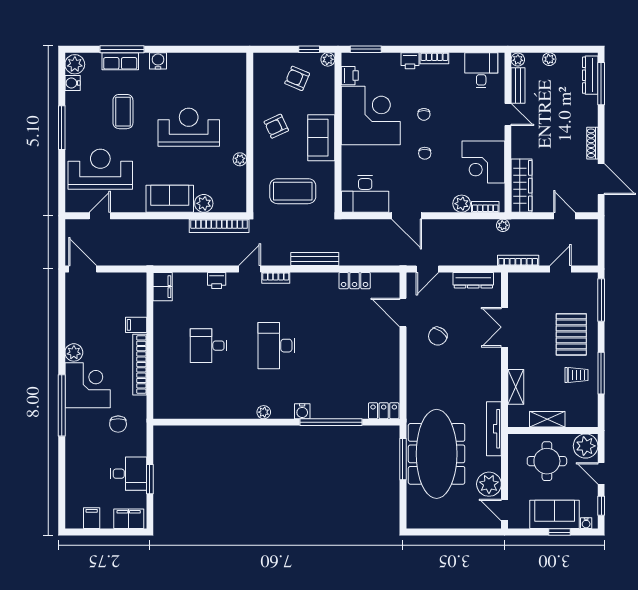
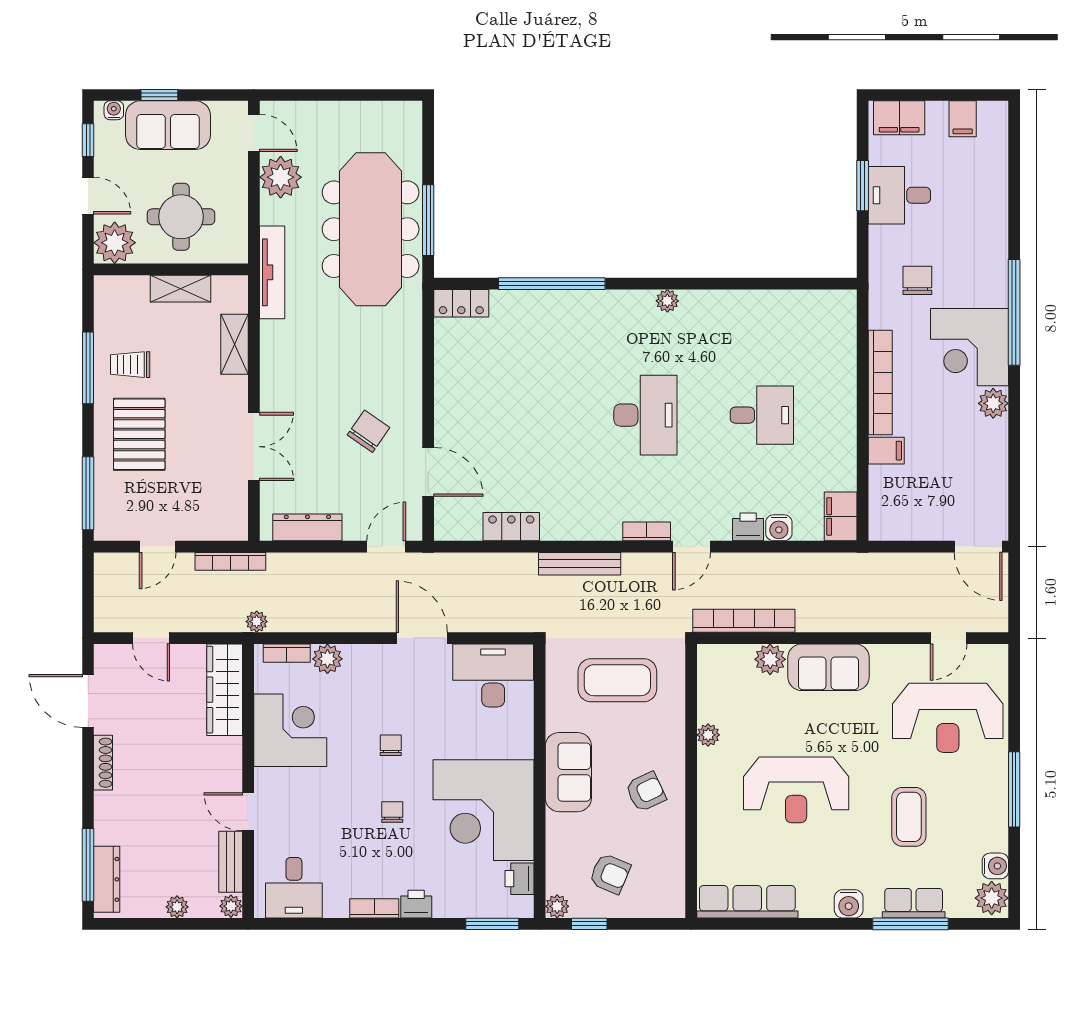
row of seats: (217, 62) -> (747, 902), added
water cooler: (302, 411) -> (779, 528), moved, turned 180

